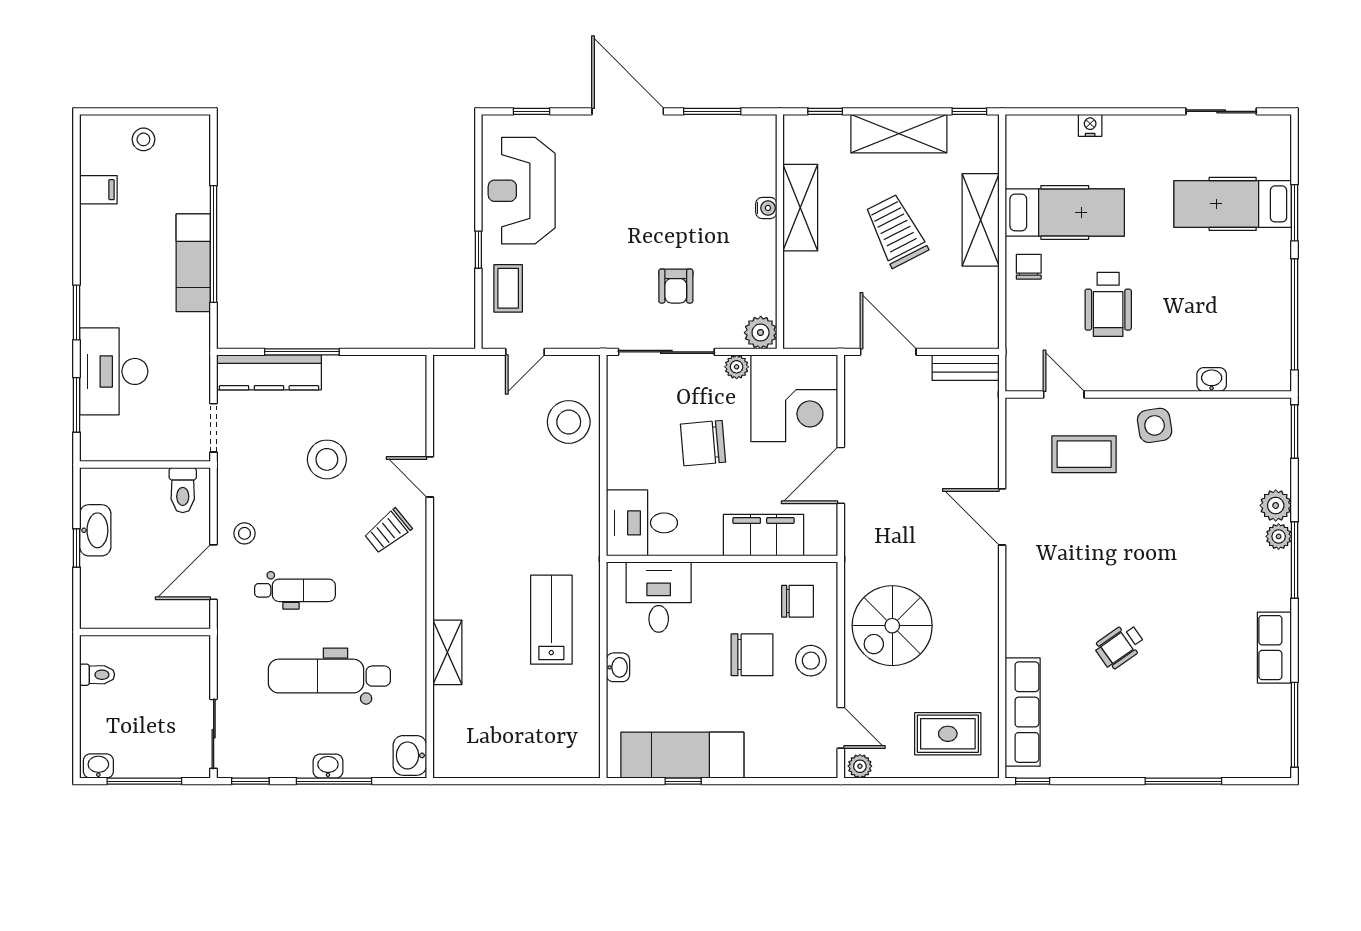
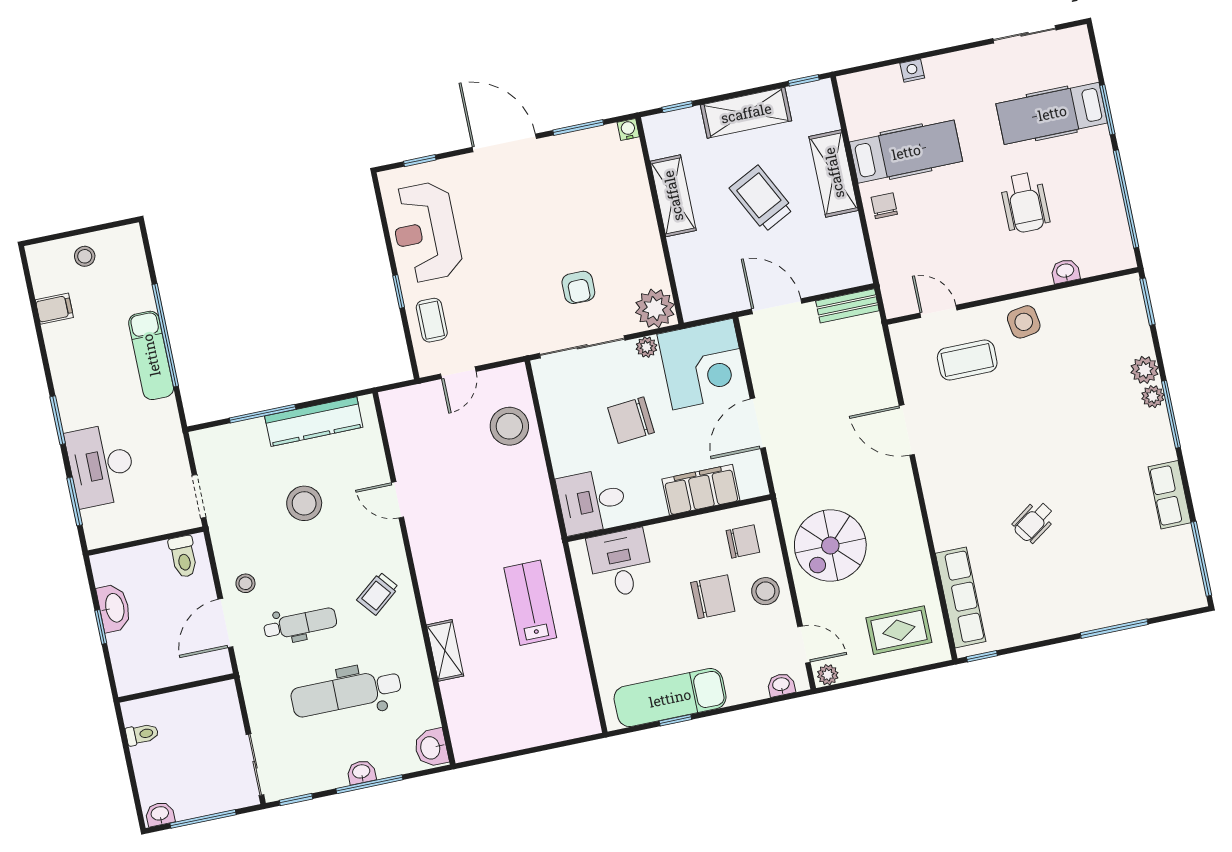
water cooler: (766, 208) -> (628, 129), moved, turned -90
wheelchair: (1108, 304) -> (1025, 203), moved
plant: (761, 333) -> (655, 308), width x1.36, depth x1.36
kitchen counter: (269, 372) -> (314, 422), moved
trolley: (388, 531) -> (378, 594), moved
washbasin: (618, 667) -> (781, 685), moved, turned -90

